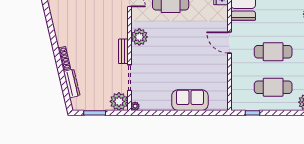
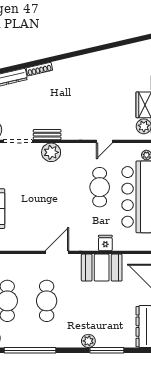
plant: (139, 37) -> (51, 152), moved

